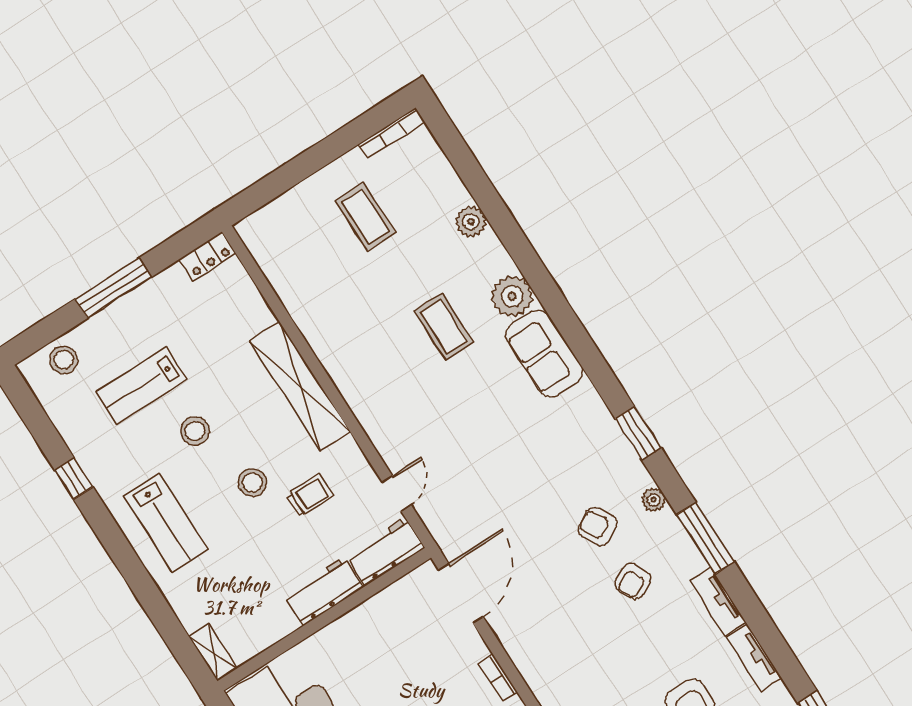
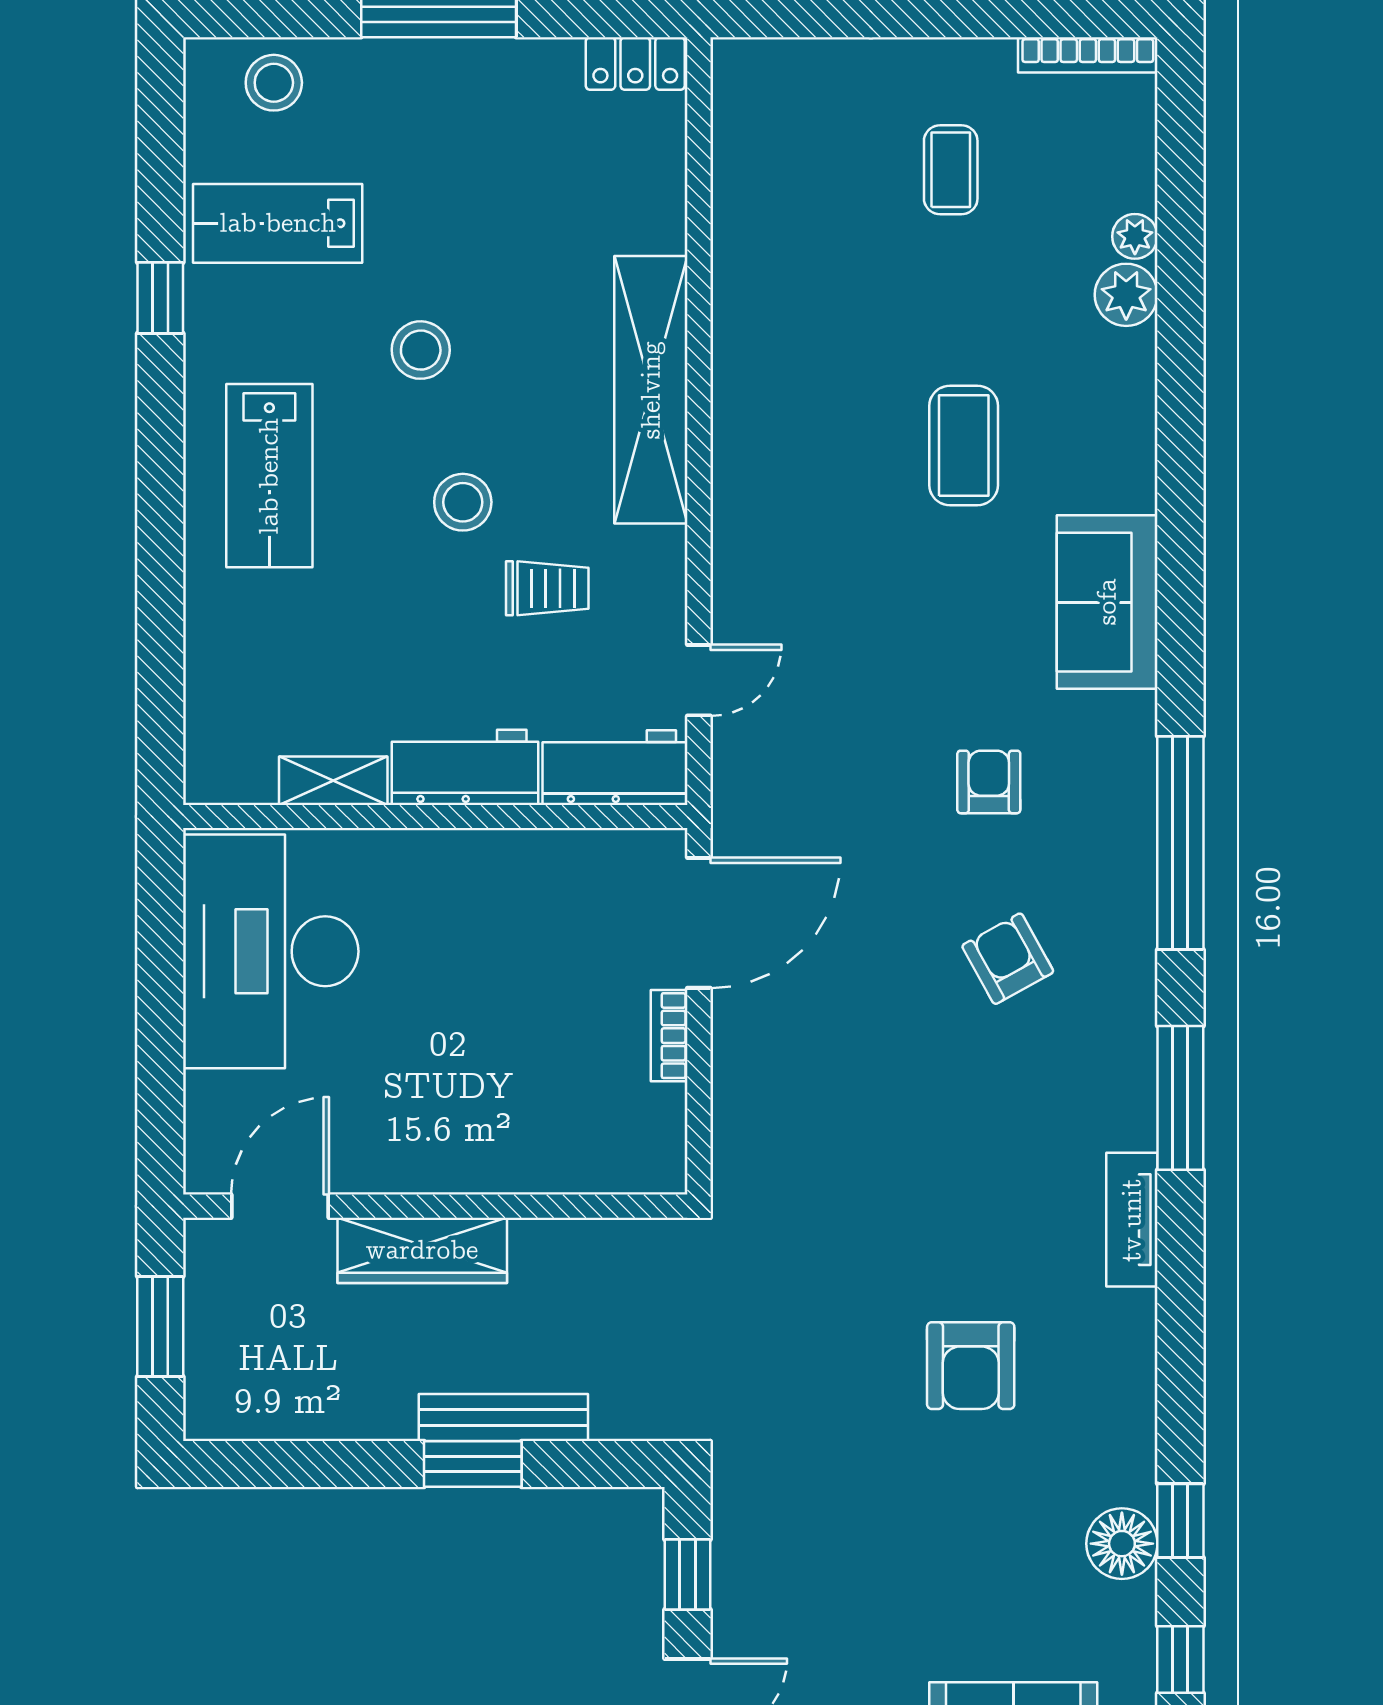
coffee table: (365, 217) -> (951, 170), width x0.73, depth x0.77
plant: (512, 296) -> (1135, 236), moved, width x0.53, depth x0.53
lab bench: (142, 386) -> (278, 223), moved
window: (638, 433) -> (1180, 843), width x2.11
plant: (654, 500) -> (1133, 974), removed
armchair: (633, 581) -> (989, 782), moved, turned 117
shelving: (213, 652) -> (333, 781), moved, turned 90
tv unit: (754, 658) -> (1132, 1357), removed
bookcase: (498, 678) -> (669, 1036), moved

